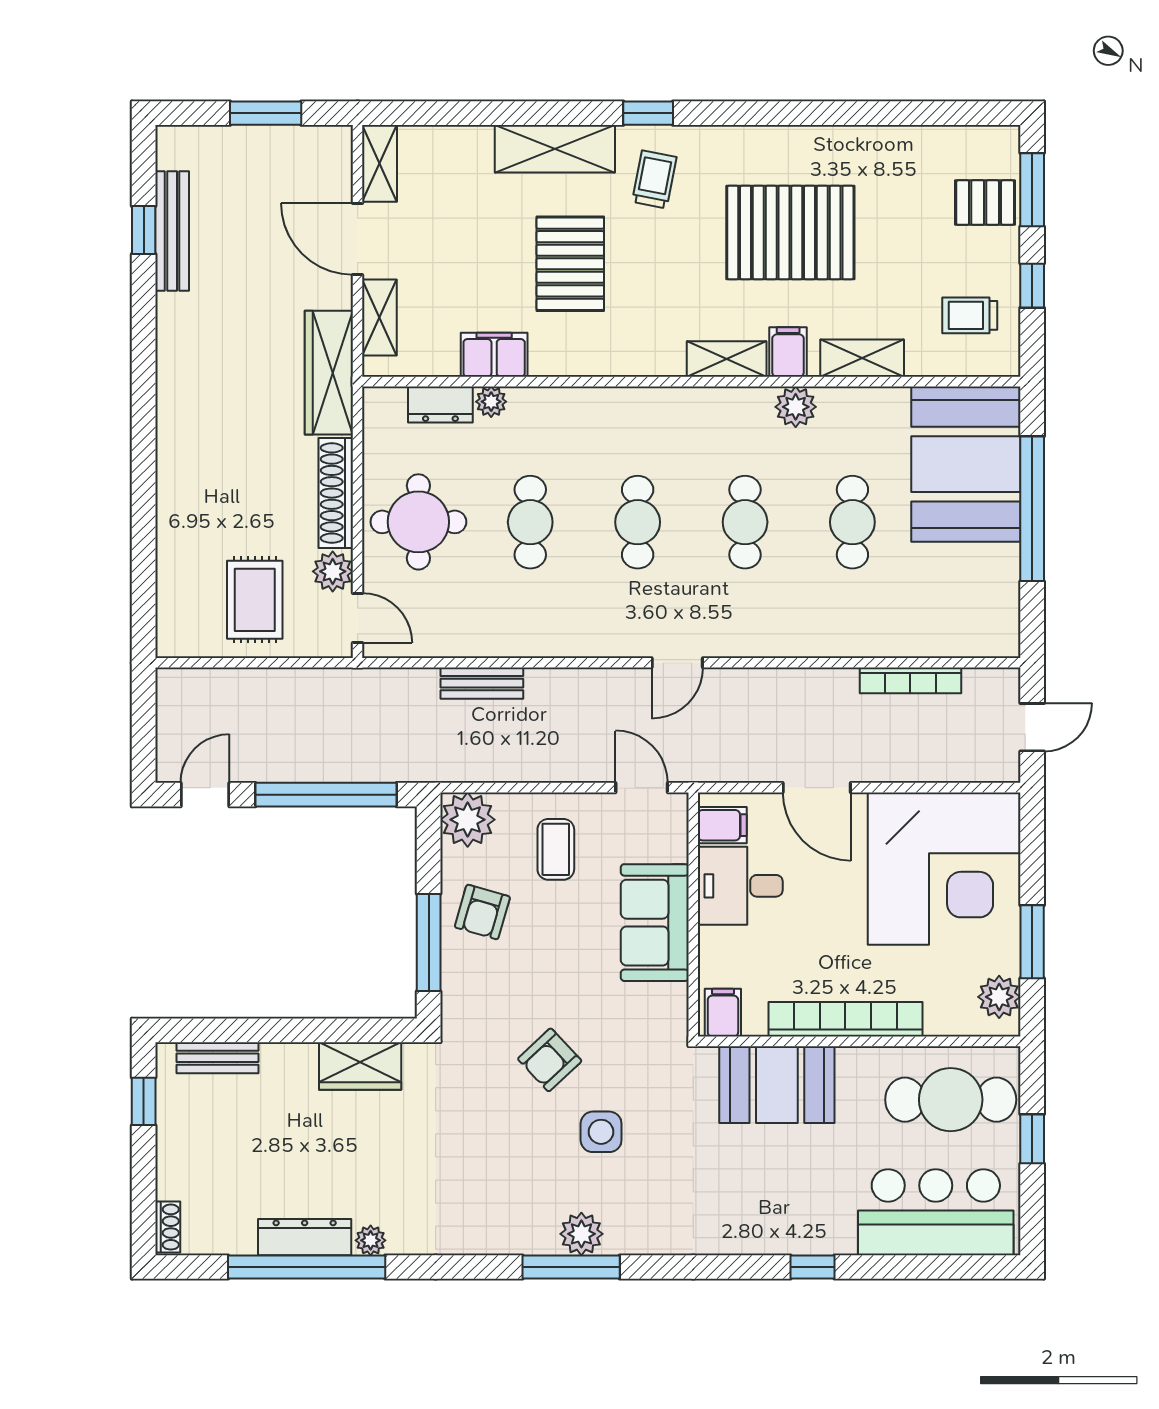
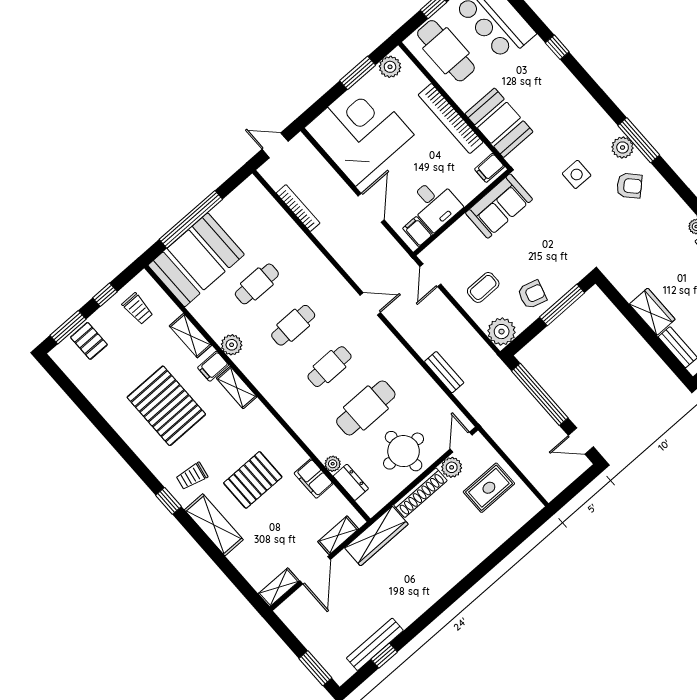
window: (266, 113) -> (315, 668), moved
cafe table: (530, 522) -> (366, 408), width x1.37, depth x1.35
sofa: (655, 923) -> (499, 206), moved
armchair: (550, 1060) -> (629, 186), moved
wardrobe: (360, 1066) -> (652, 312), moved

